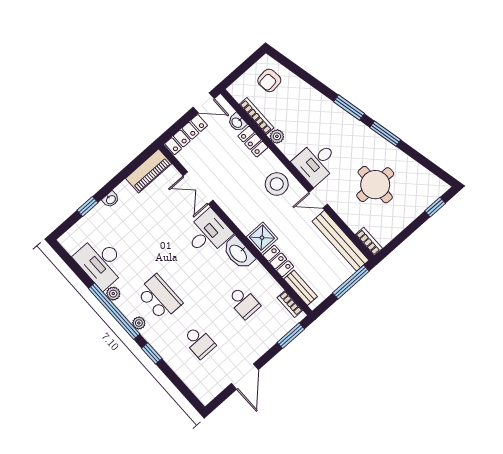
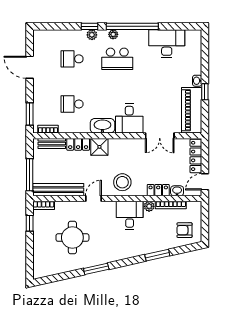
armchair: (269, 80) -> (185, 230), turned -84
window: (349, 108) -> (157, 255), moved
desk: (316, 162) -> (130, 215), moved
piano: (149, 171) -> (192, 110), width x1.37, depth x1.33
double door: (198, 188) -> (160, 136), swing flipped
window: (87, 206) -> (205, 92), moved
window: (435, 207) -> (30, 223), moved
plant: (113, 294) -> (92, 35), moved

